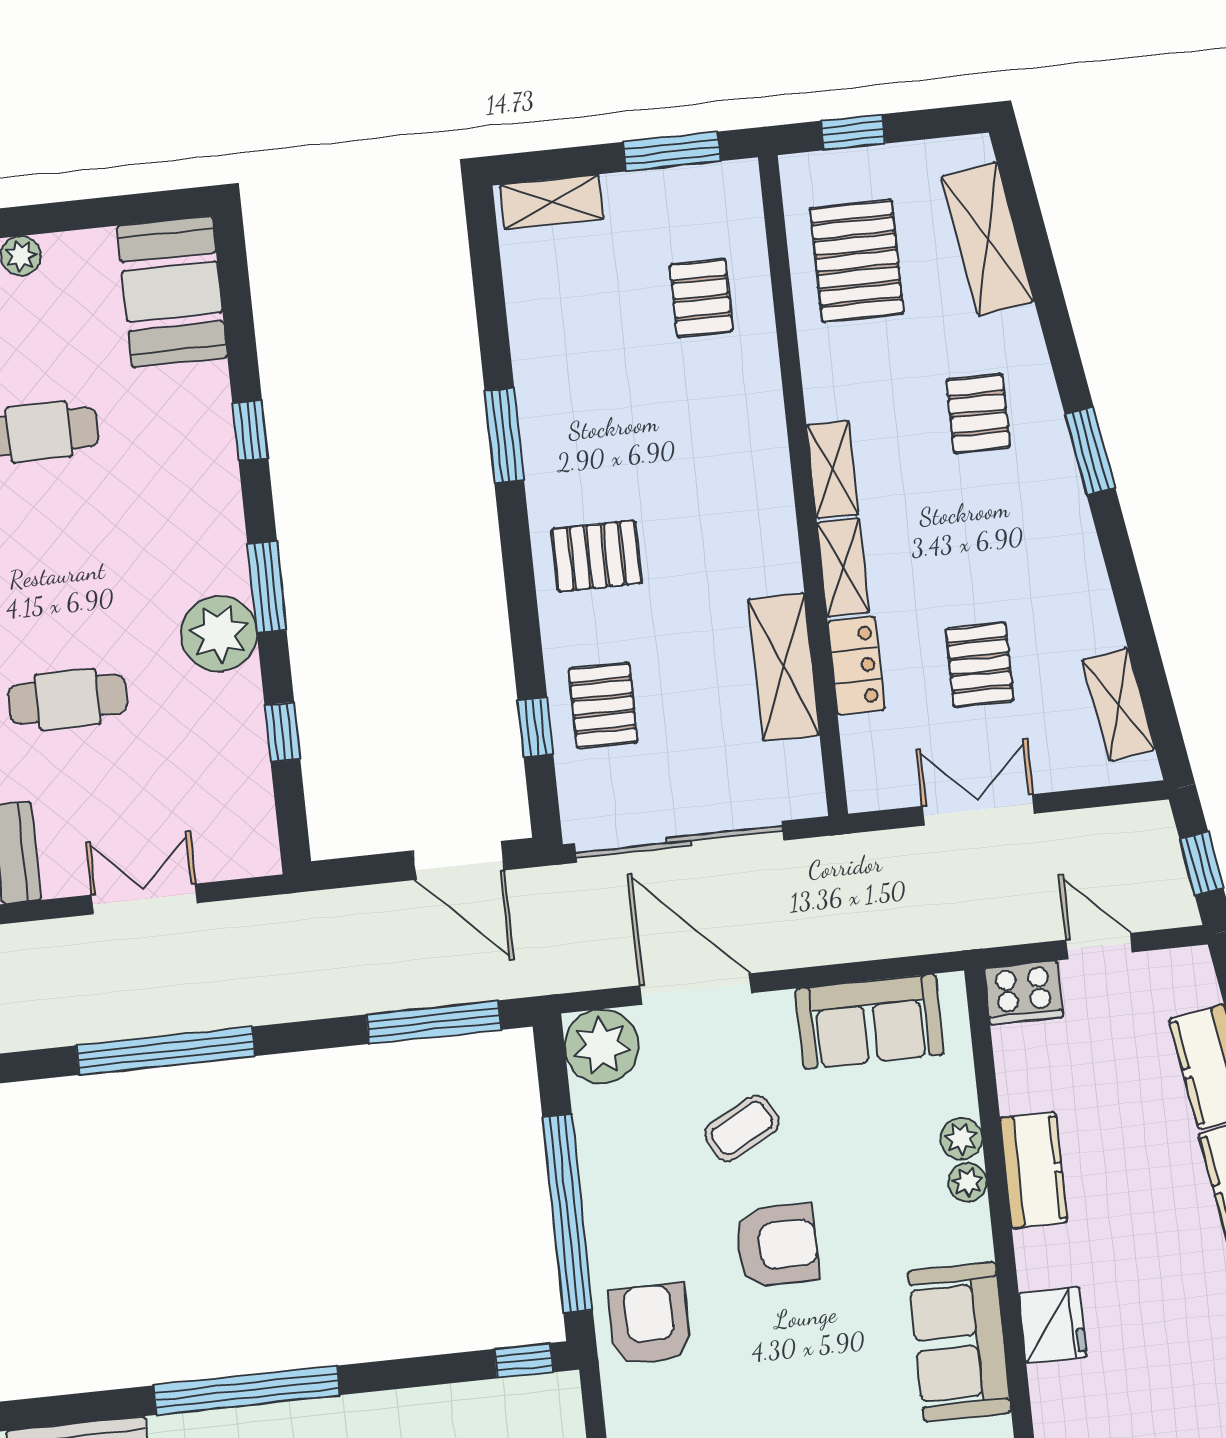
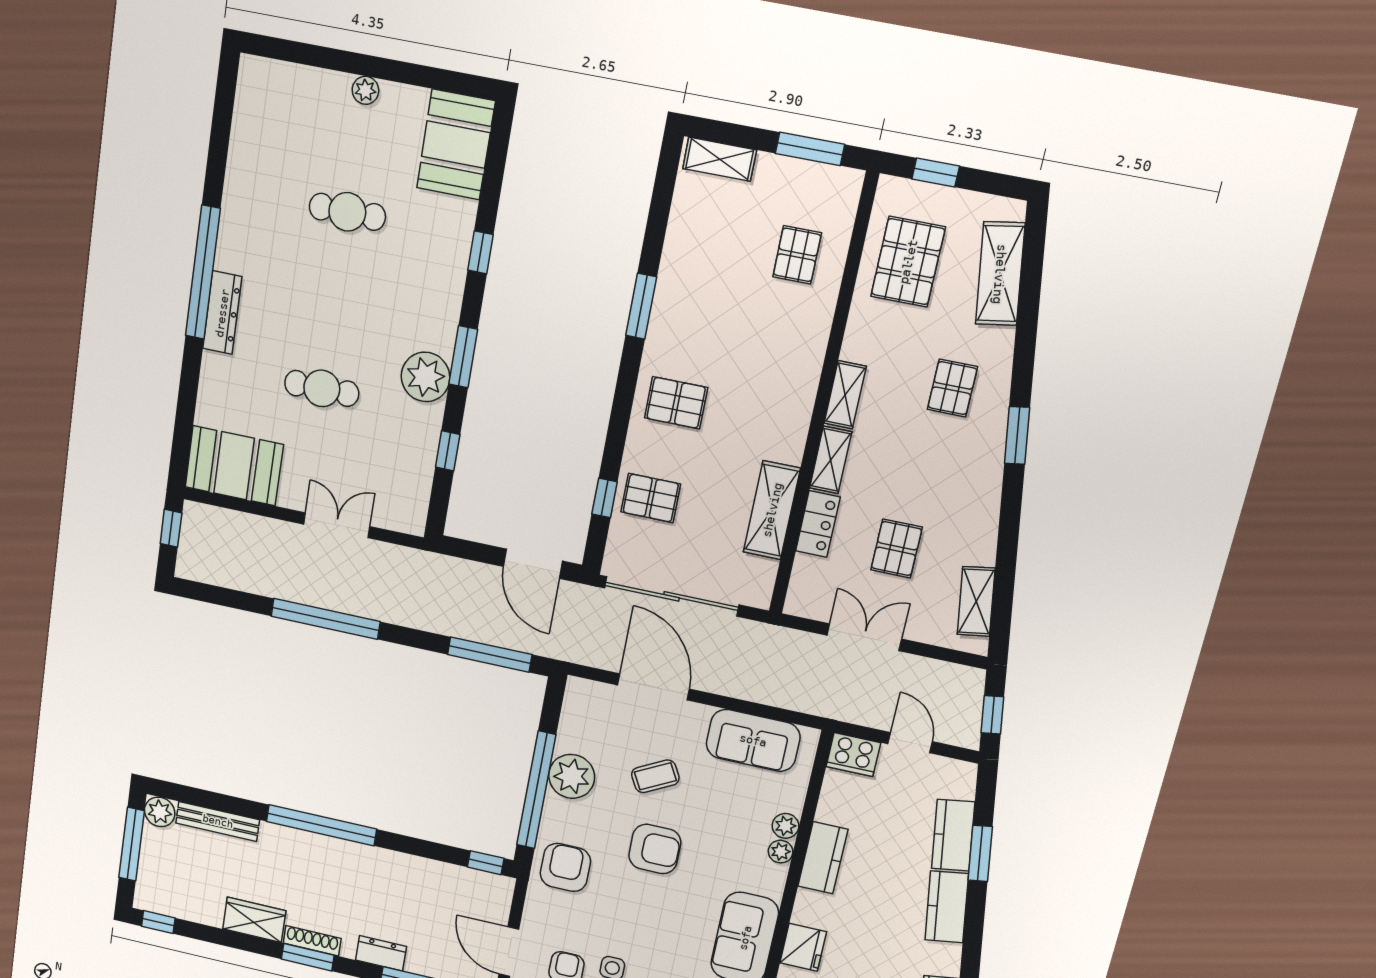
pallet: (603, 706) -> (651, 498), turned 90
plant: (602, 1046) -> (572, 776), moved

